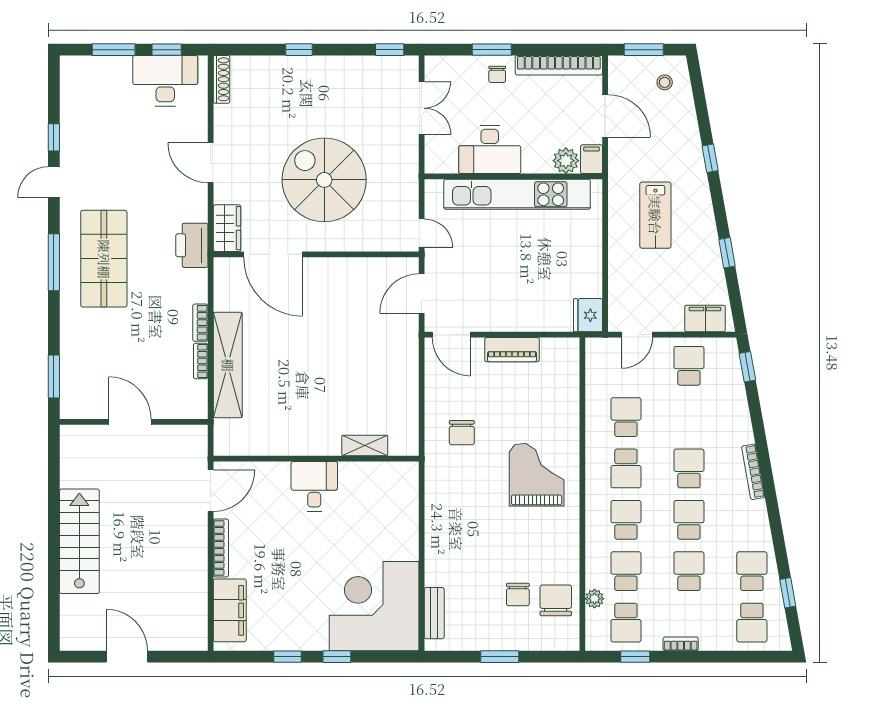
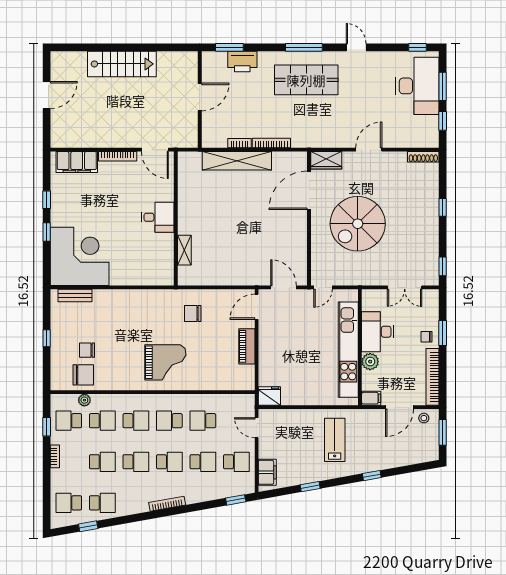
desk: (165, 81) -> (417, 86), moved, width x1.36, depth x1.30
stool: (665, 82) -> (424, 418), moved
window: (54, 137) -> (418, 47), moved
plant: (566, 161) -> (370, 362), moved
spiral stairs: (324, 180) -> (358, 224), turned 180
lab bench: (655, 215) -> (335, 440), turned 90
printer: (192, 245) -> (242, 61), moved, turned 180
bookcase: (200, 323) -> (271, 143), width x1.56
school desk: (626, 417) -> (203, 421), turned 180
school desk: (689, 417) -> (203, 462), added
window: (500, 657) -> (47, 338), width x0.67

